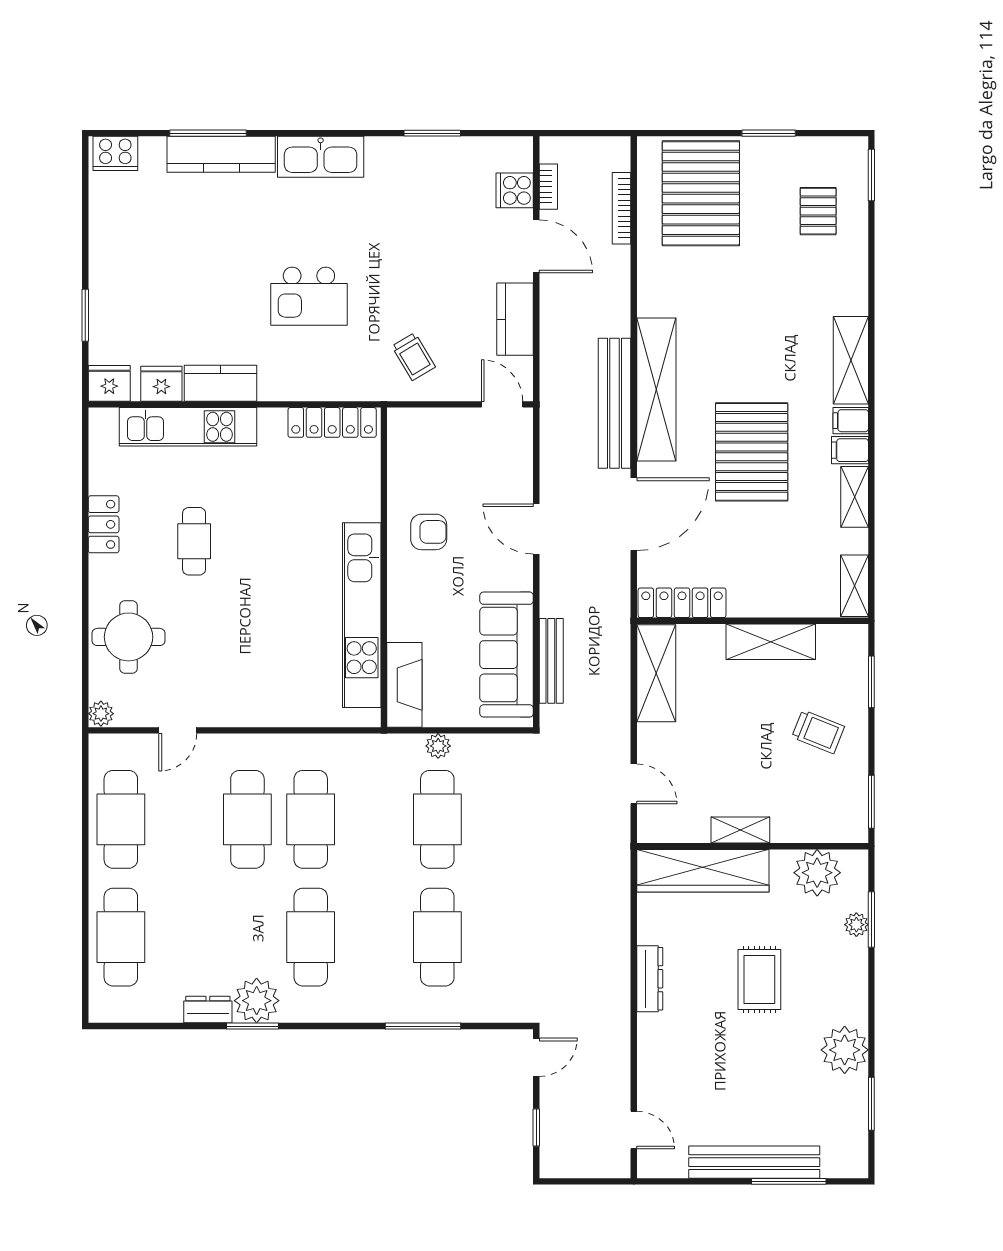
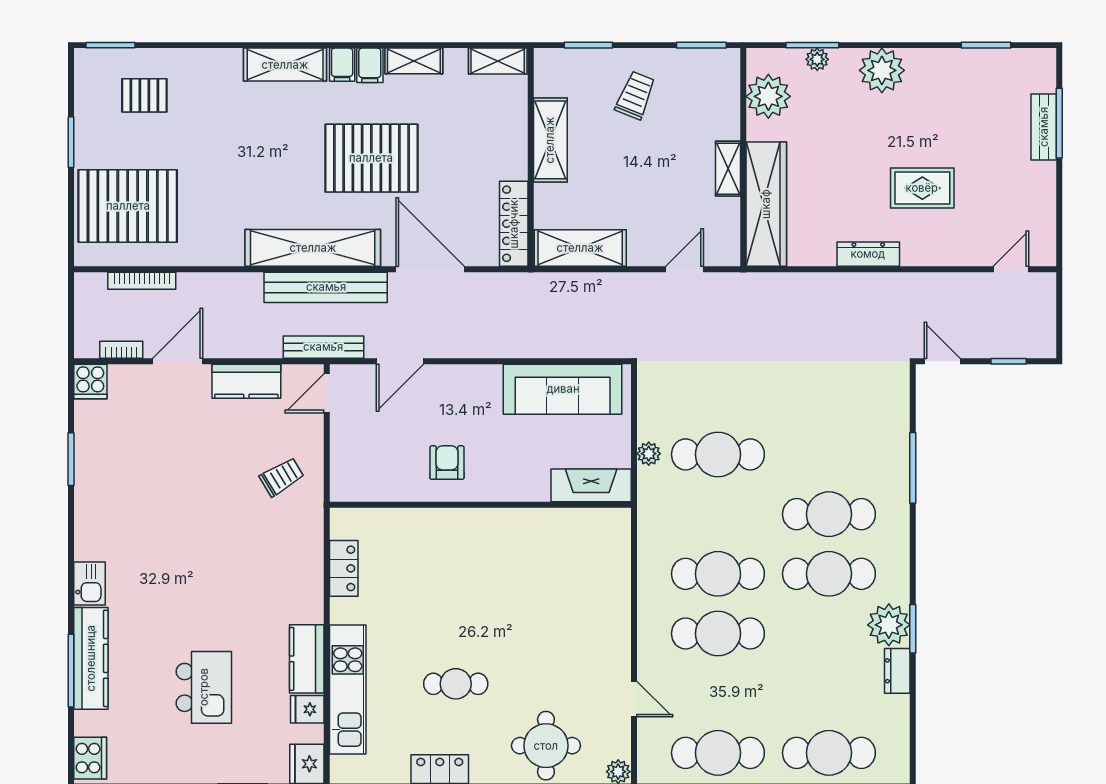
kitchen sink: (321, 157) -> (89, 583), width x0.53, depth x0.81
cooker: (515, 190) -> (90, 381), moved
kitchen island: (309, 296) -> (204, 687), moved
fridge: (161, 384) -> (307, 709), width x0.72
locker: (332, 422) -> (344, 568), width x0.66
door: (536, 529) -> (400, 361), moved
kitchen unit: (362, 615) -> (525, 526), removed
bench: (551, 661) -> (323, 347), moved
cafe table: (437, 937) -> (829, 514), moved
rug: (759, 979) -> (922, 188), moved
plant: (845, 1050) -> (882, 70), moved
bench: (754, 1162) -> (1044, 127), width x0.54, depth x0.82

